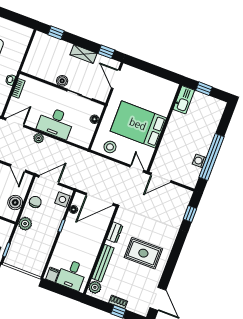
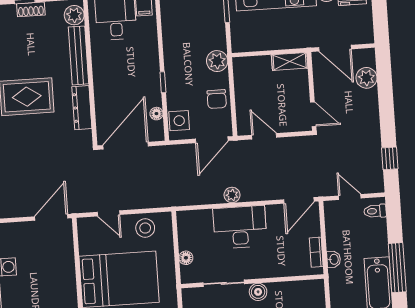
plant: (39, 138) -> (232, 195), moved
door: (137, 169) -> (109, 213), moved
boiler: (15, 202) -> (245, 85), removed
dresser: (115, 232) -> (82, 108), width x1.44

